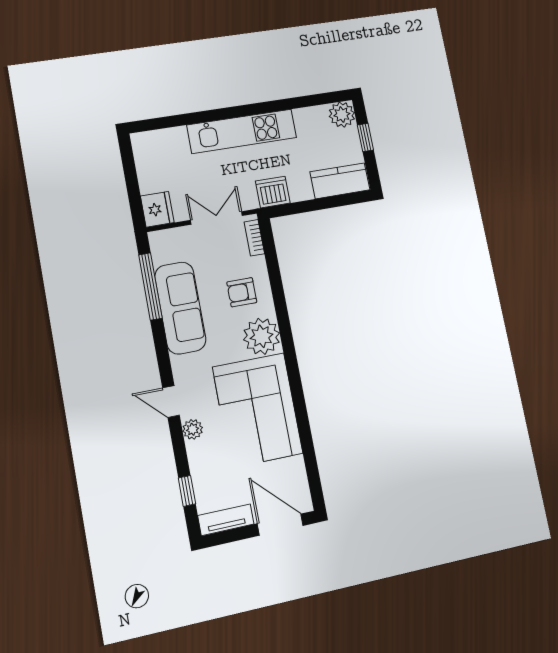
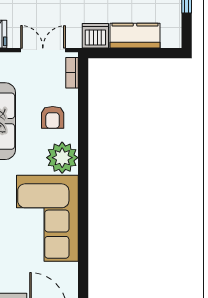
kitchen counter: (340, 181) -> (135, 36), moved
armchair: (242, 292) -> (53, 117), turned -90

